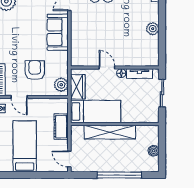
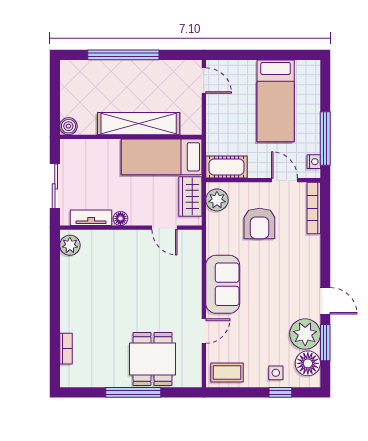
plant: (153, 29) -> (70, 245), moved
door: (107, 68) -> (164, 228), moved
cot: (61, 127) -> (227, 167), moved, turned 90
boiler: (154, 151) -> (68, 126), moved

